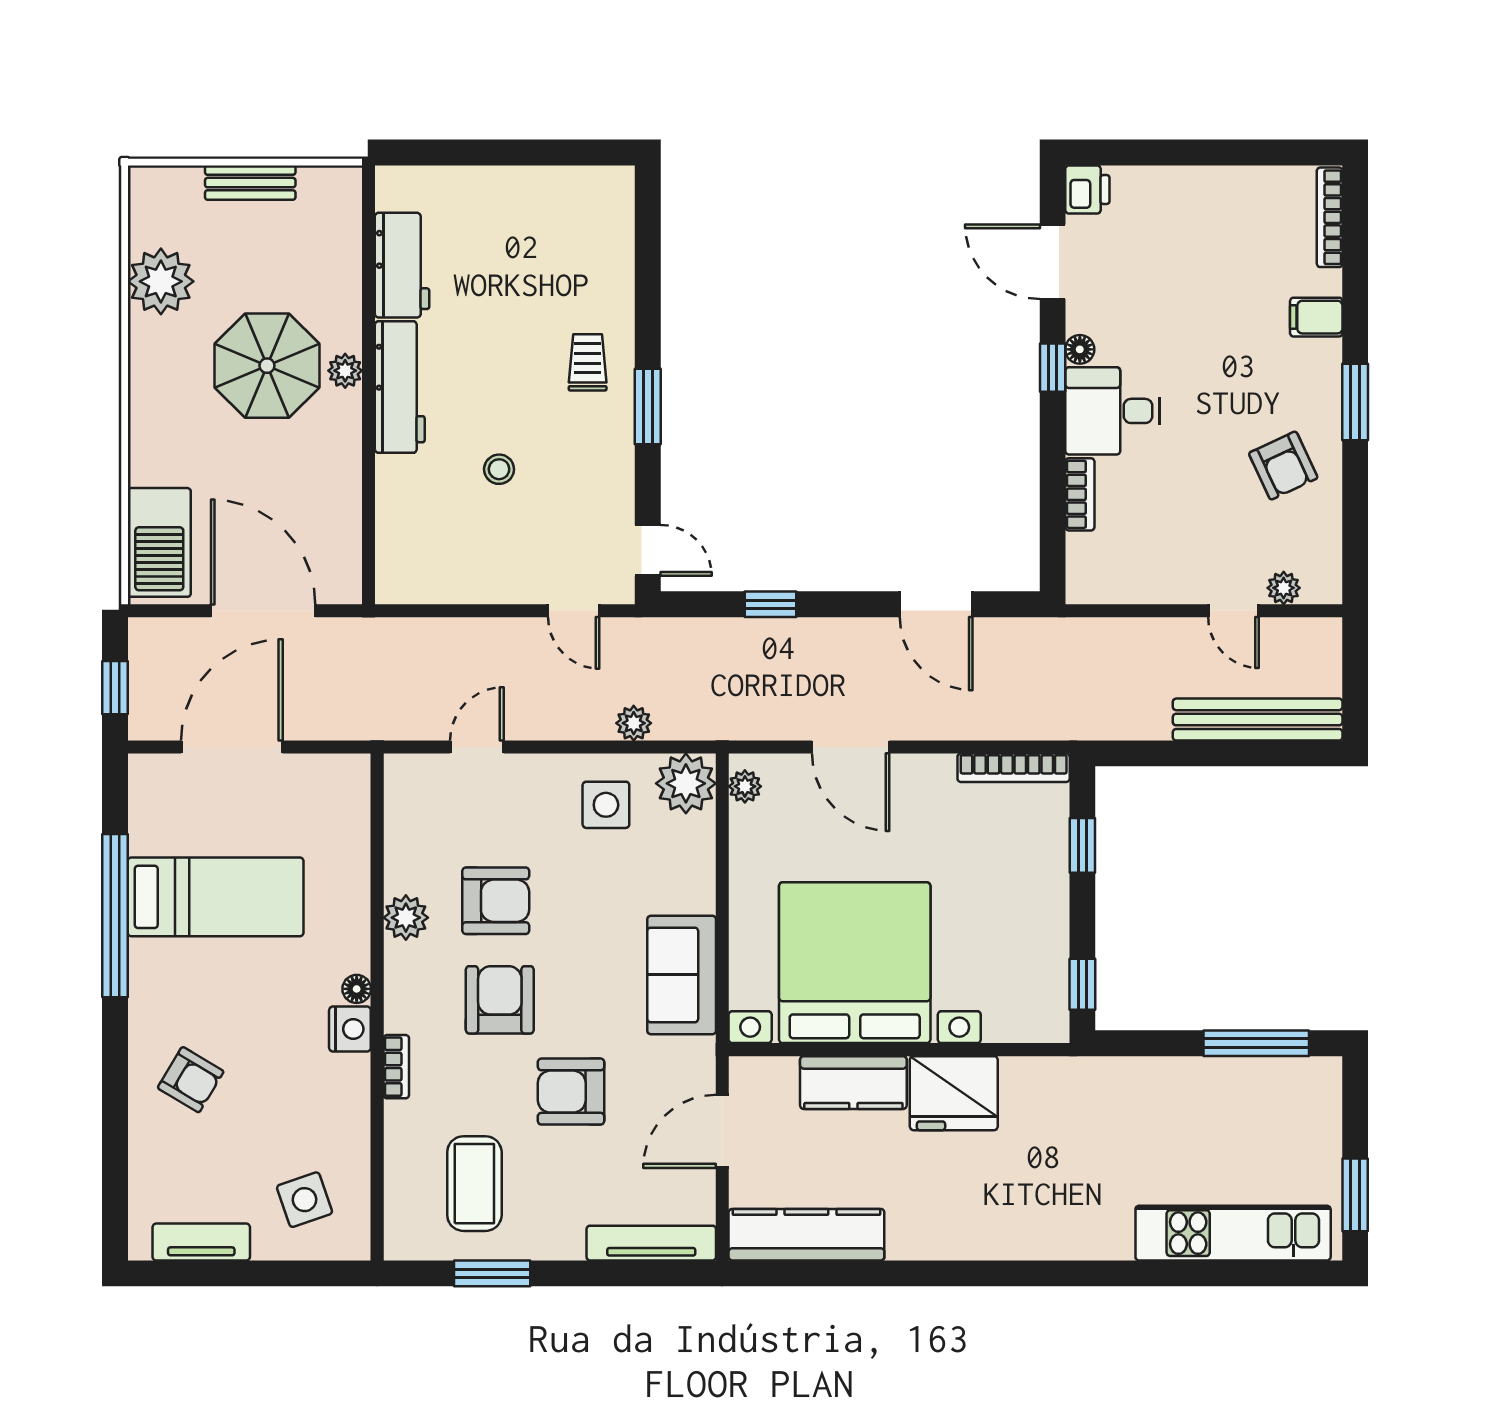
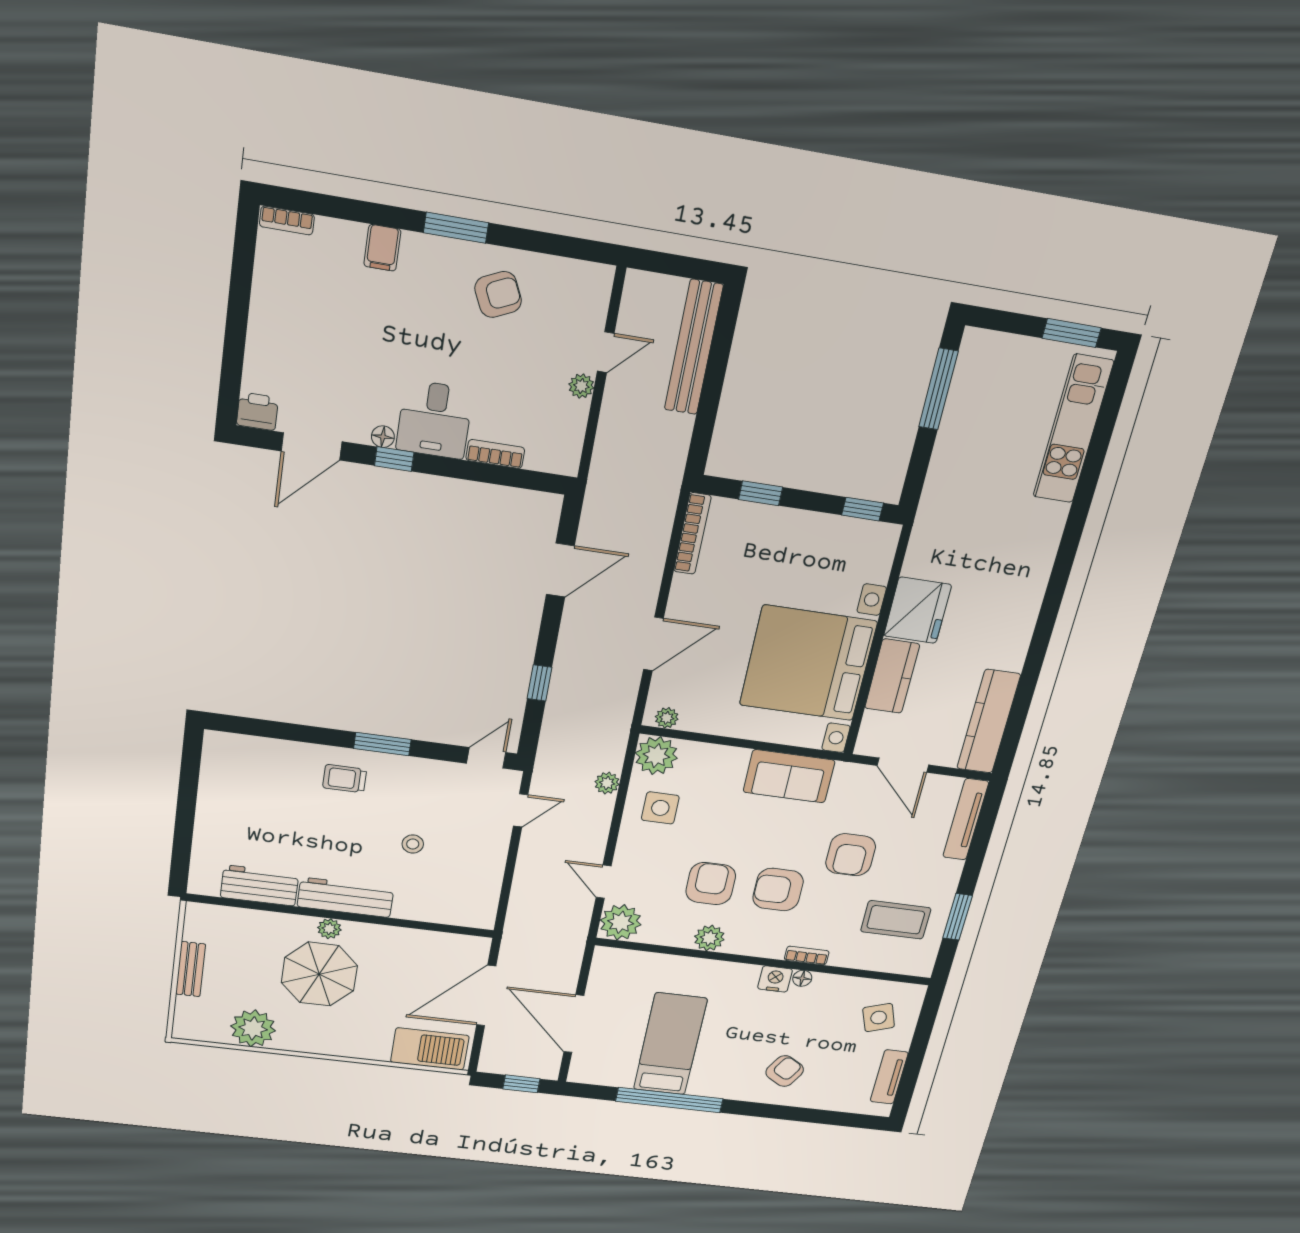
bookcase: (1330, 217) -> (287, 220), width x0.64
plant: (1284, 588) -> (581, 386), moved
plant: (414, 784) -> (621, 922), added
floor lamp: (357, 989) -> (802, 978), moved

